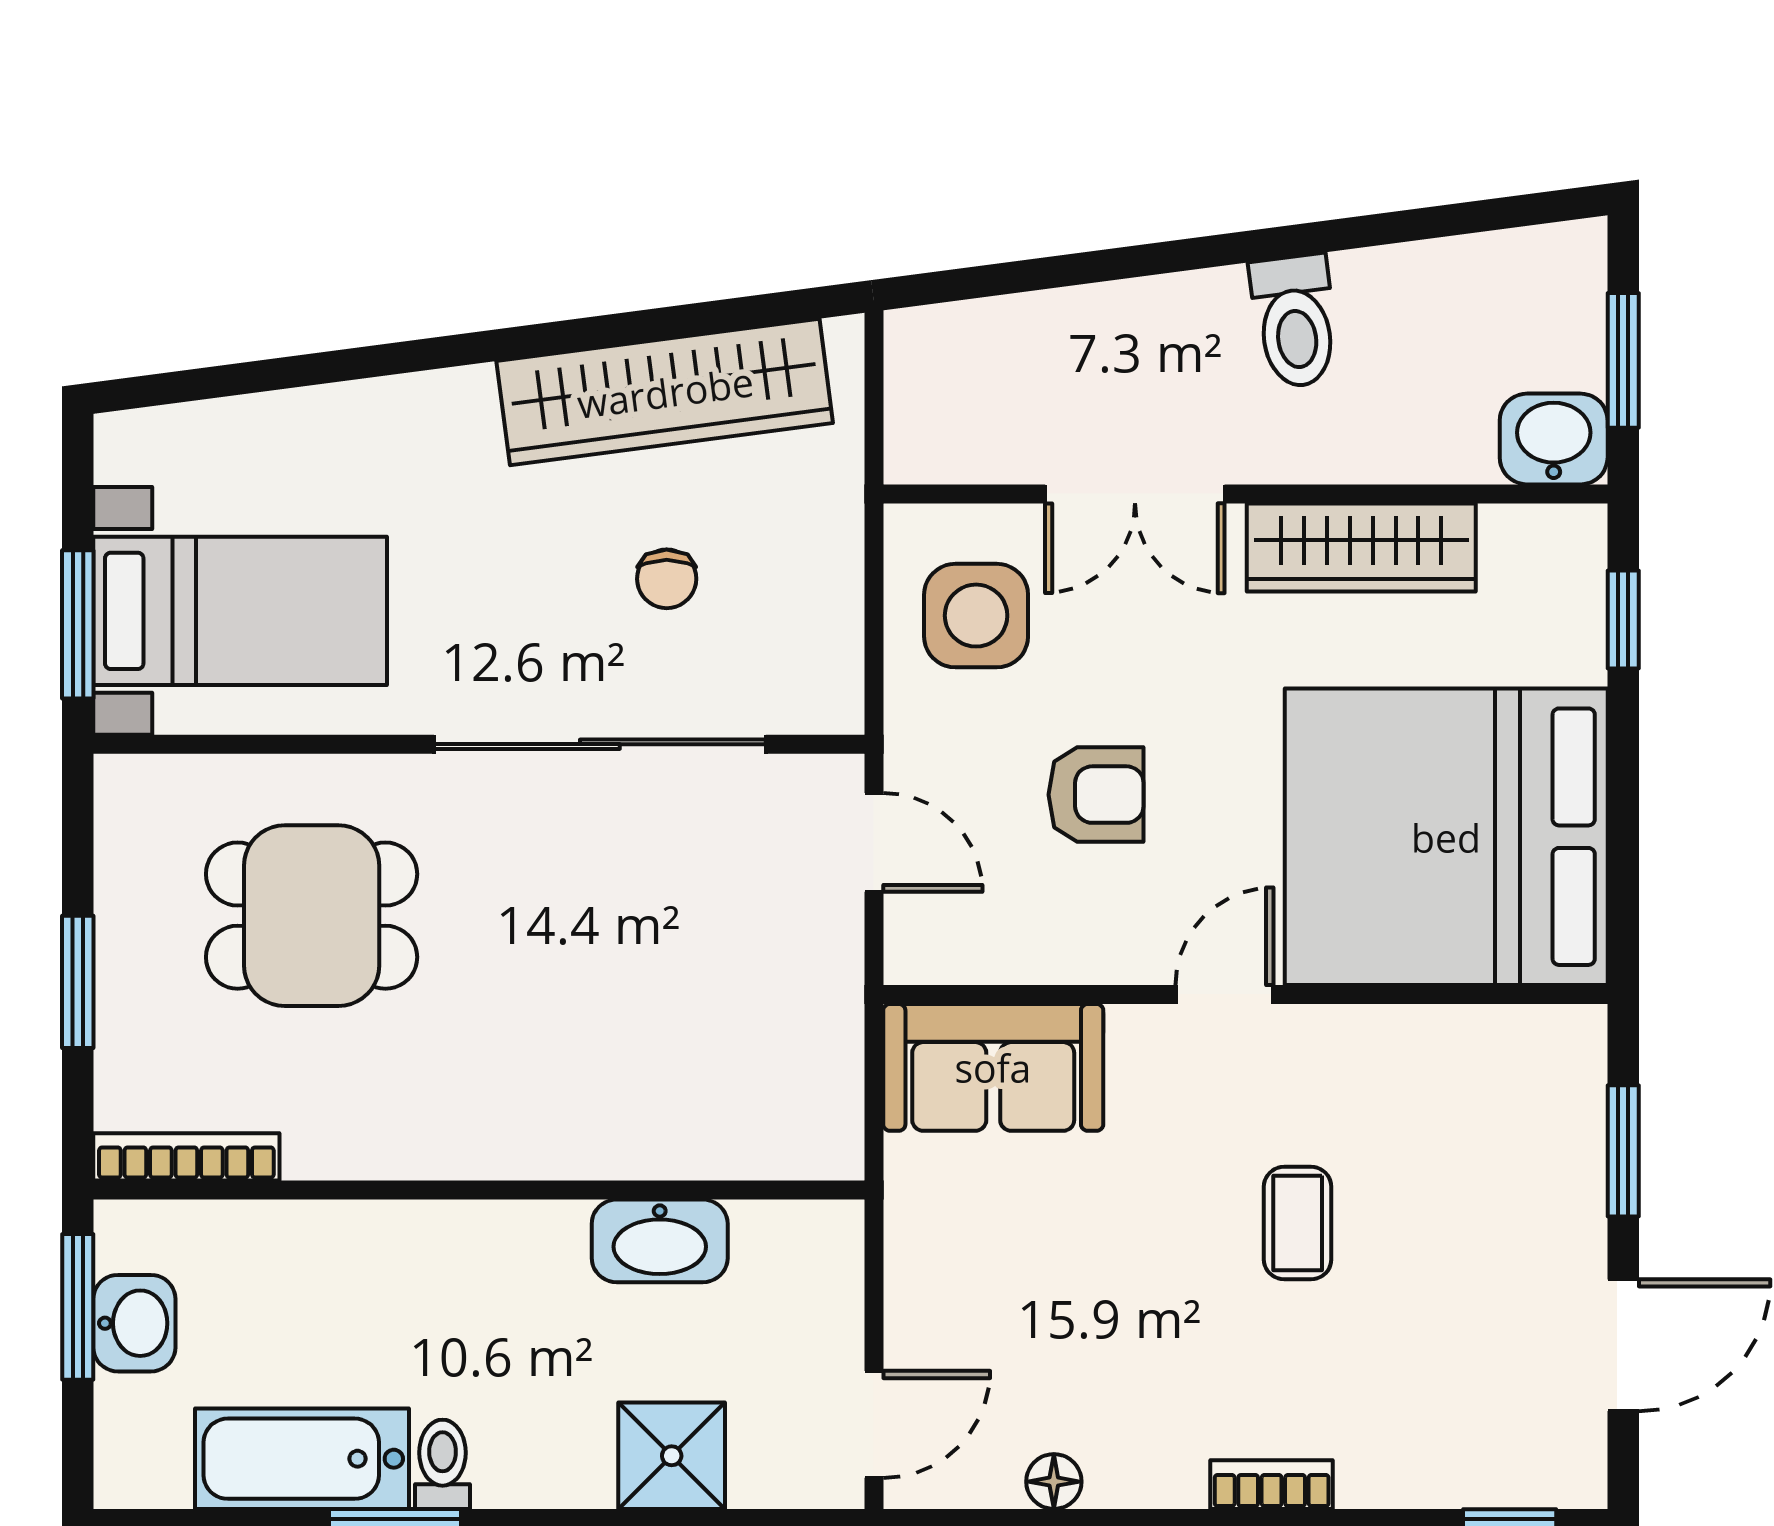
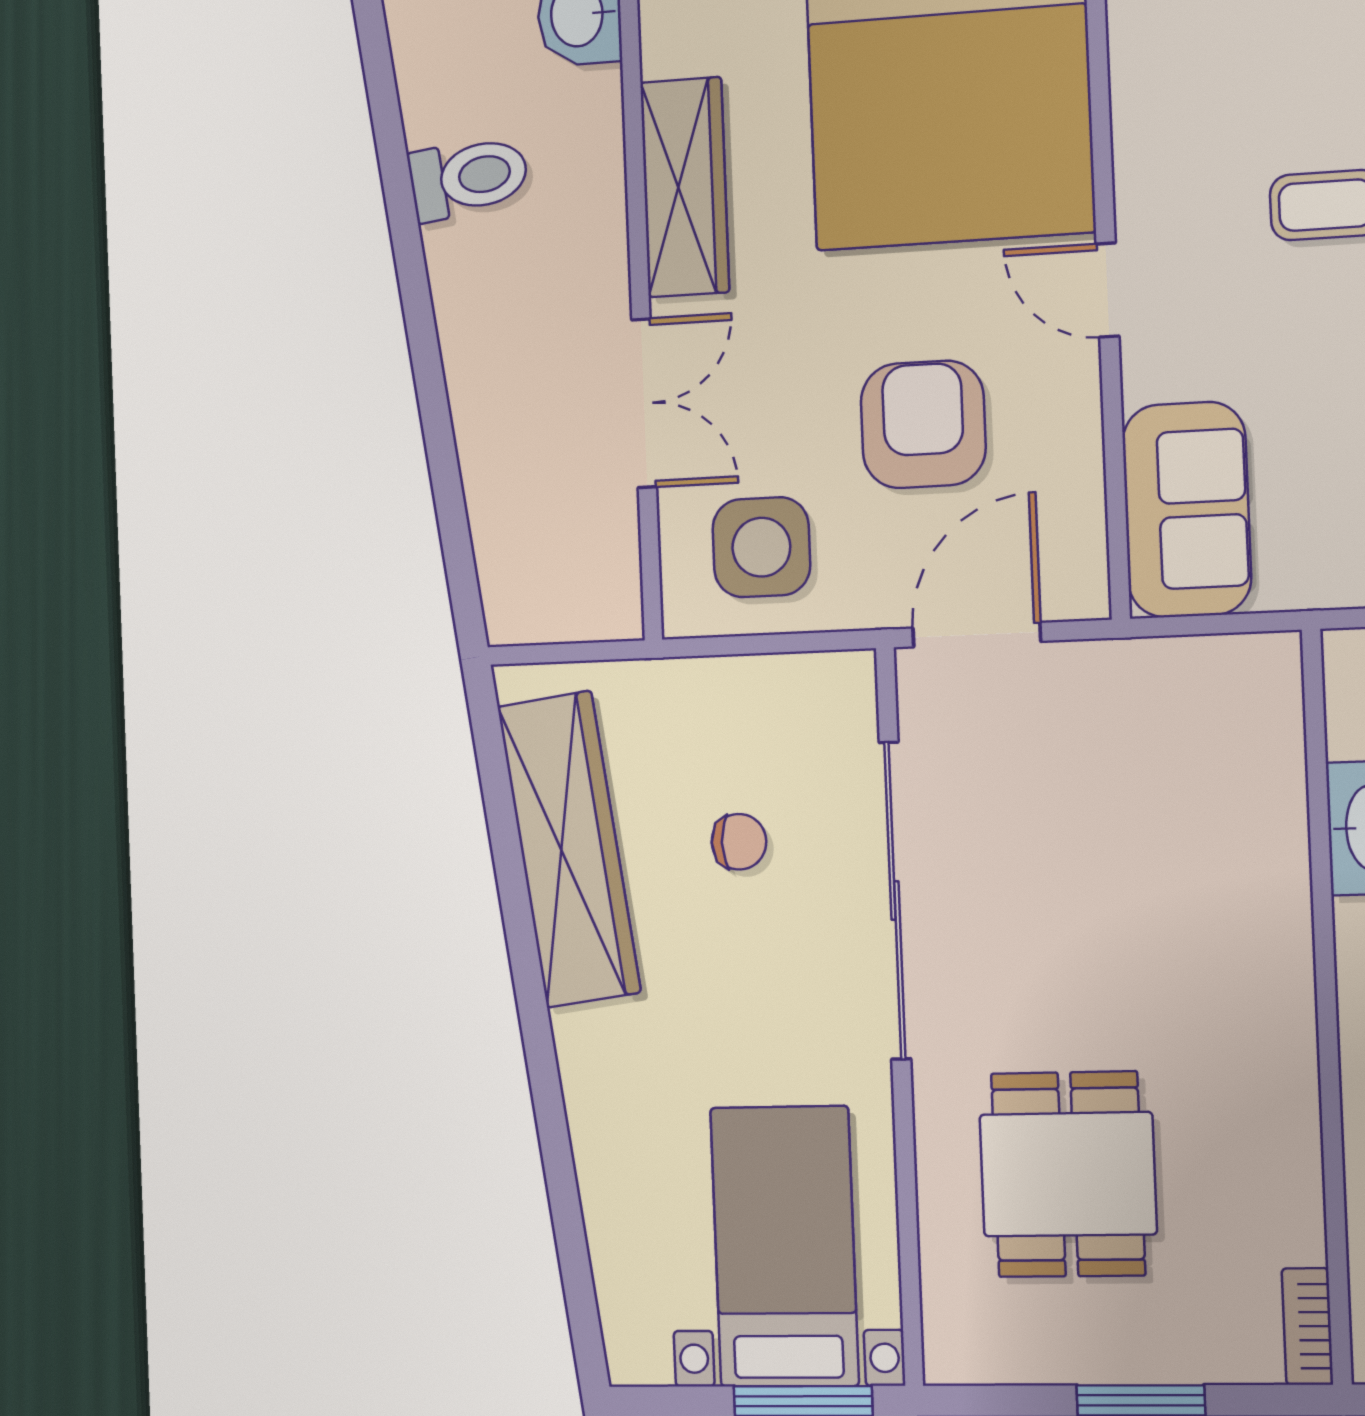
toilet: (1295, 321) -> (469, 177), moved
armchair: (1096, 795) -> (923, 424), width x1.38, depth x1.38
door: (874, 842) -> (977, 635), width x1.38
bookcase: (186, 1157) -> (1307, 1326), width x0.64

